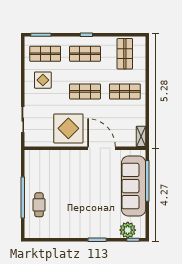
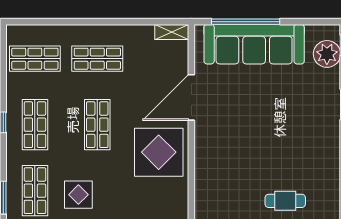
shop shelf: (125, 91) -> (97, 59), turned 90

